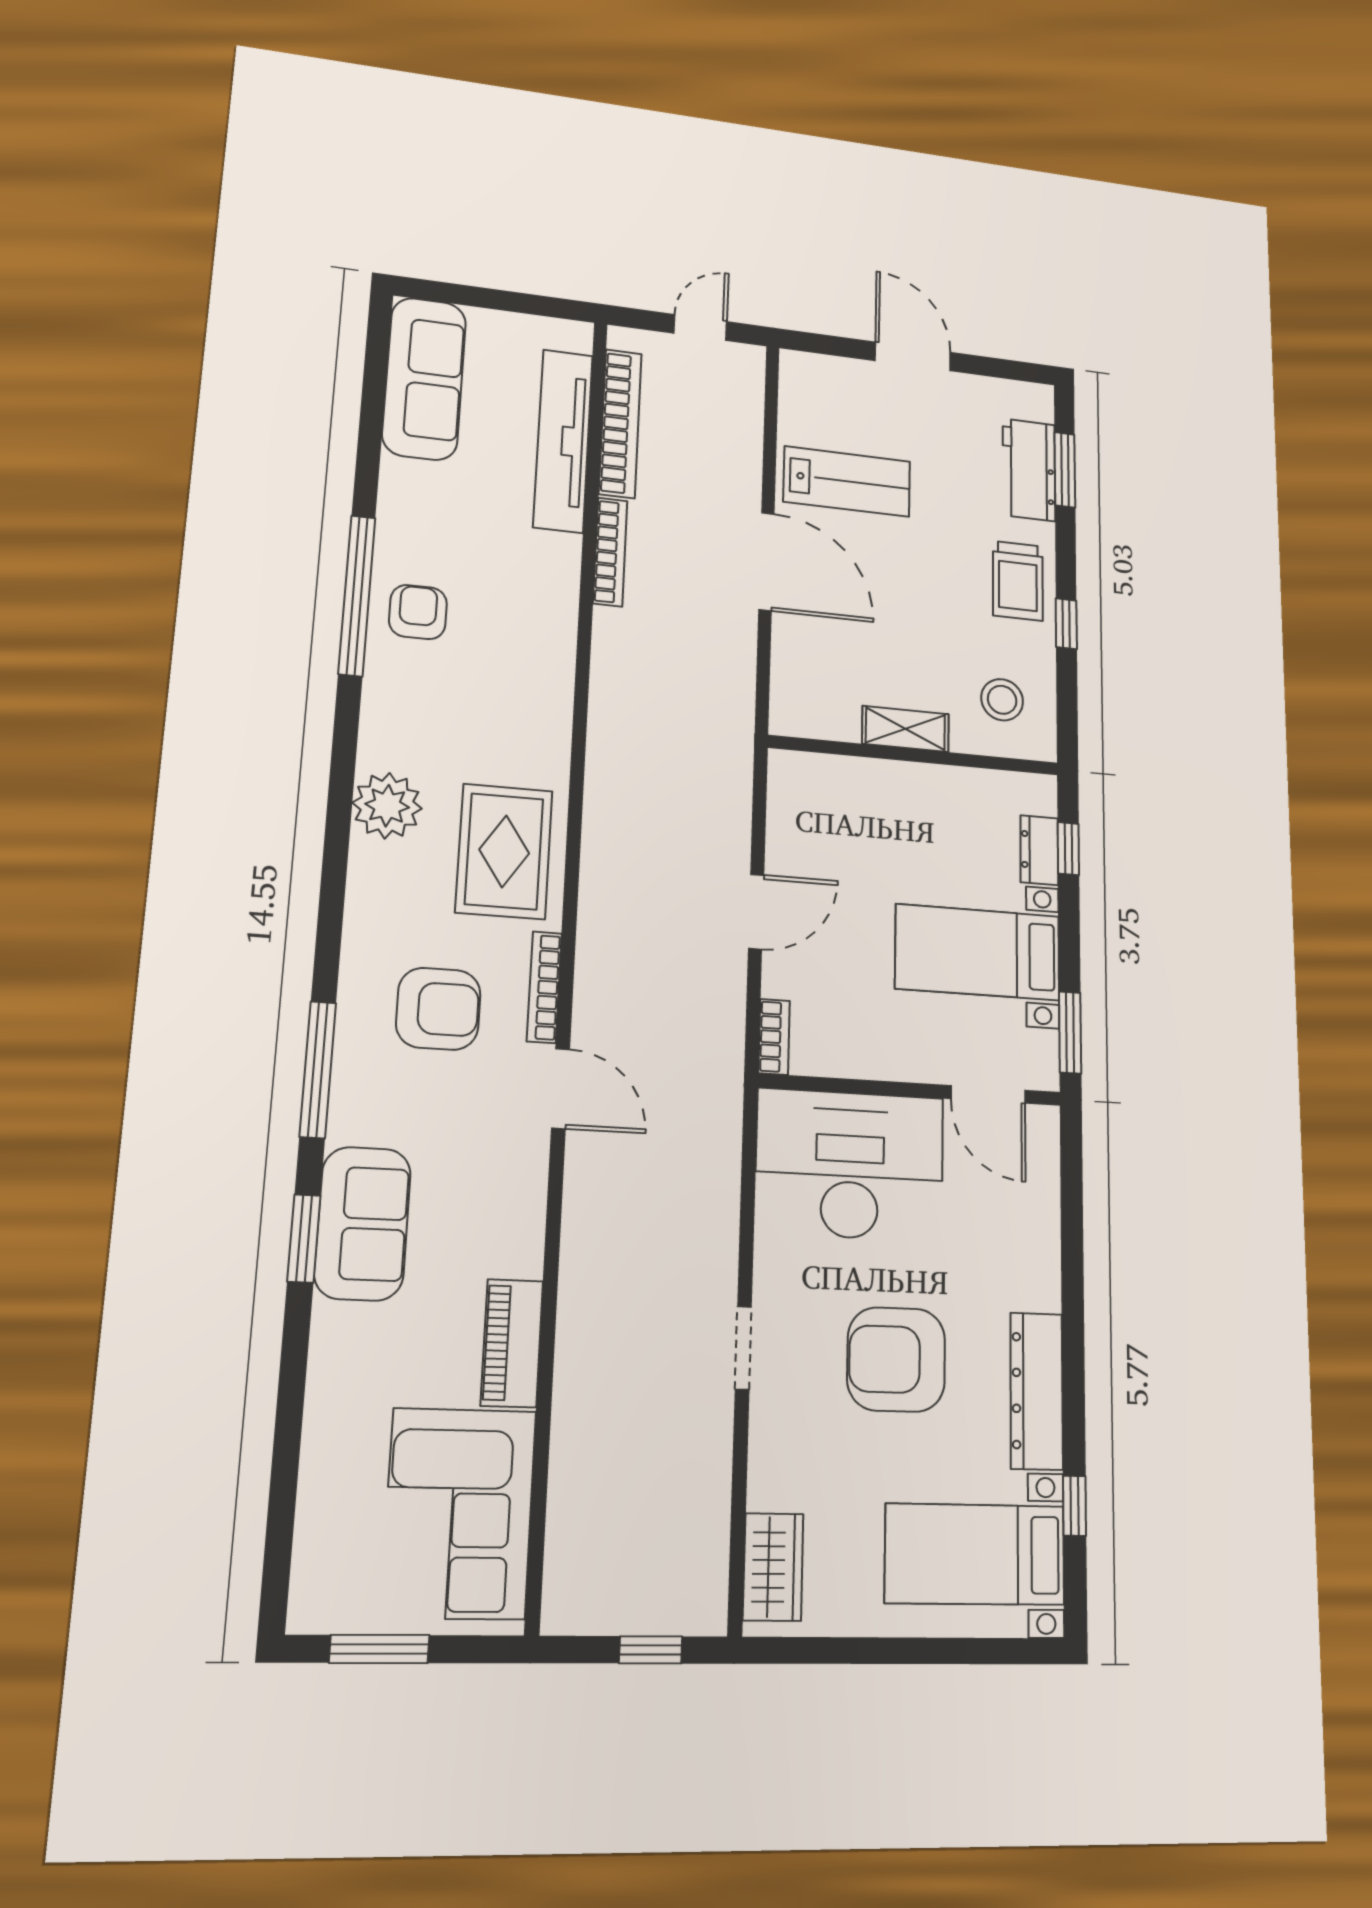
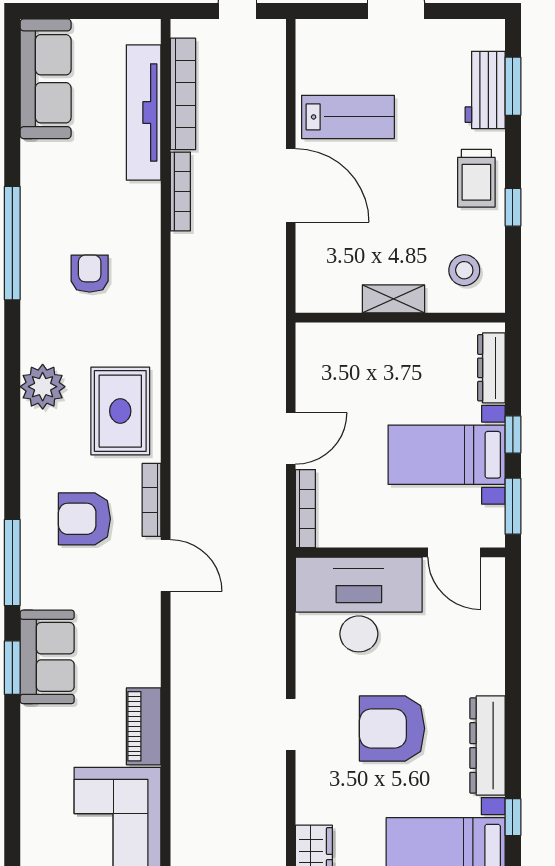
armchair: (418, 612) -> (90, 274), moved
window: (1068, 849) -> (513, 434), moved
dresser: (1039, 850) -> (491, 368), width x1.44
armchair: (438, 1009) -> (84, 519), turned 180
bookcase: (774, 1037) -> (305, 509), width x1.56

